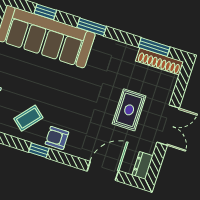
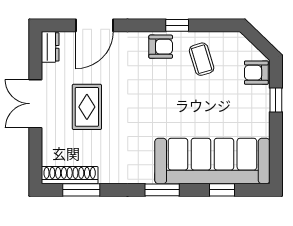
coffee table: (28, 118) -> (202, 59), turned -57

